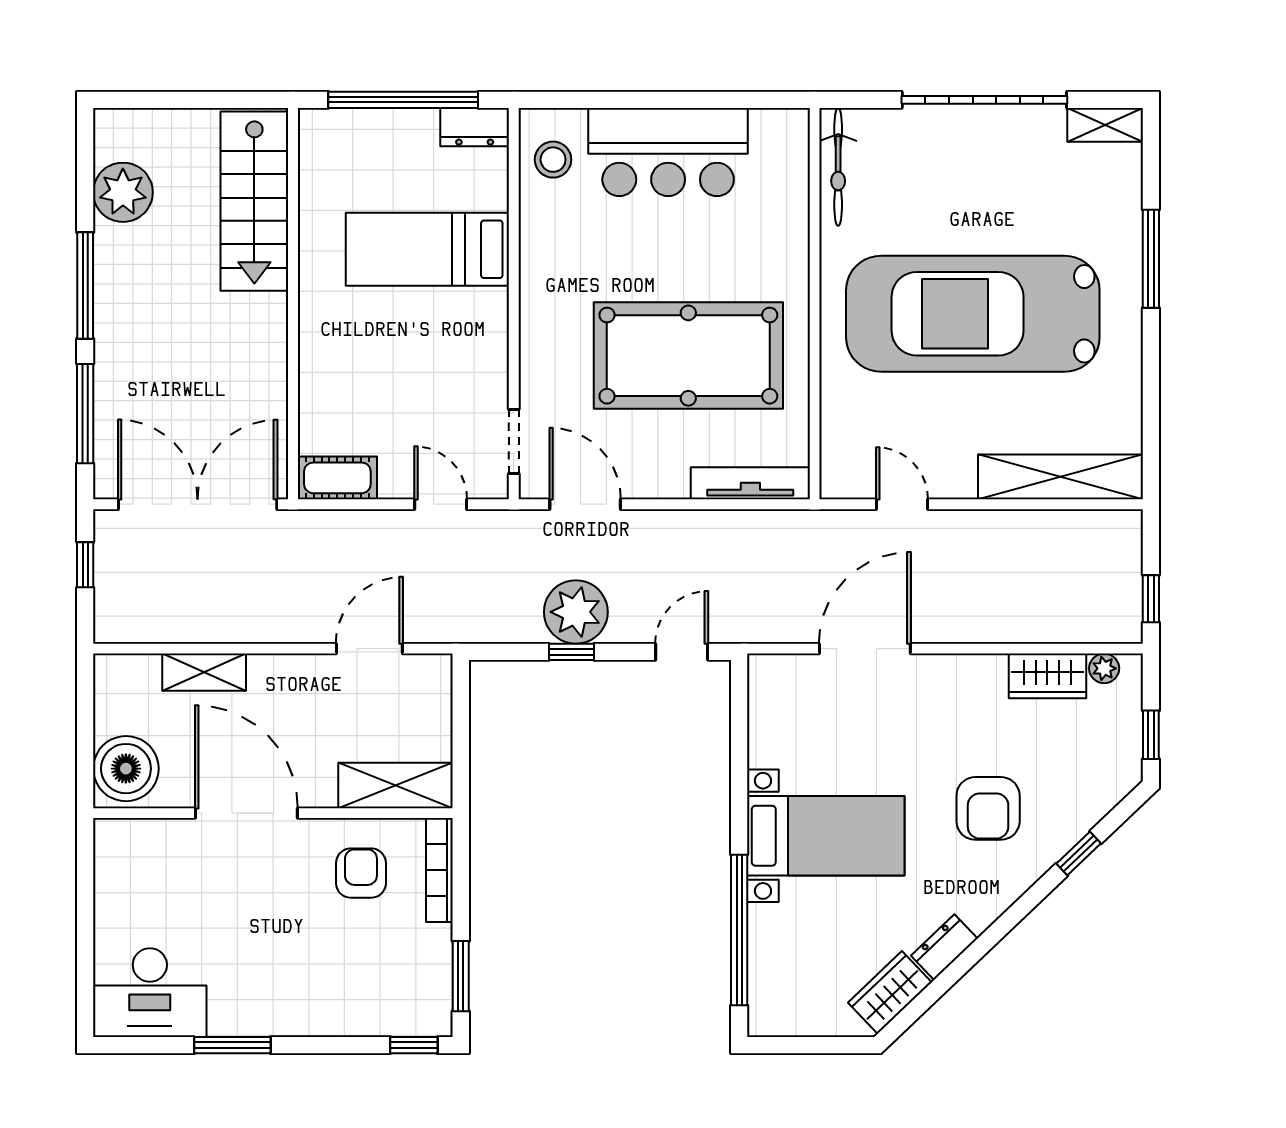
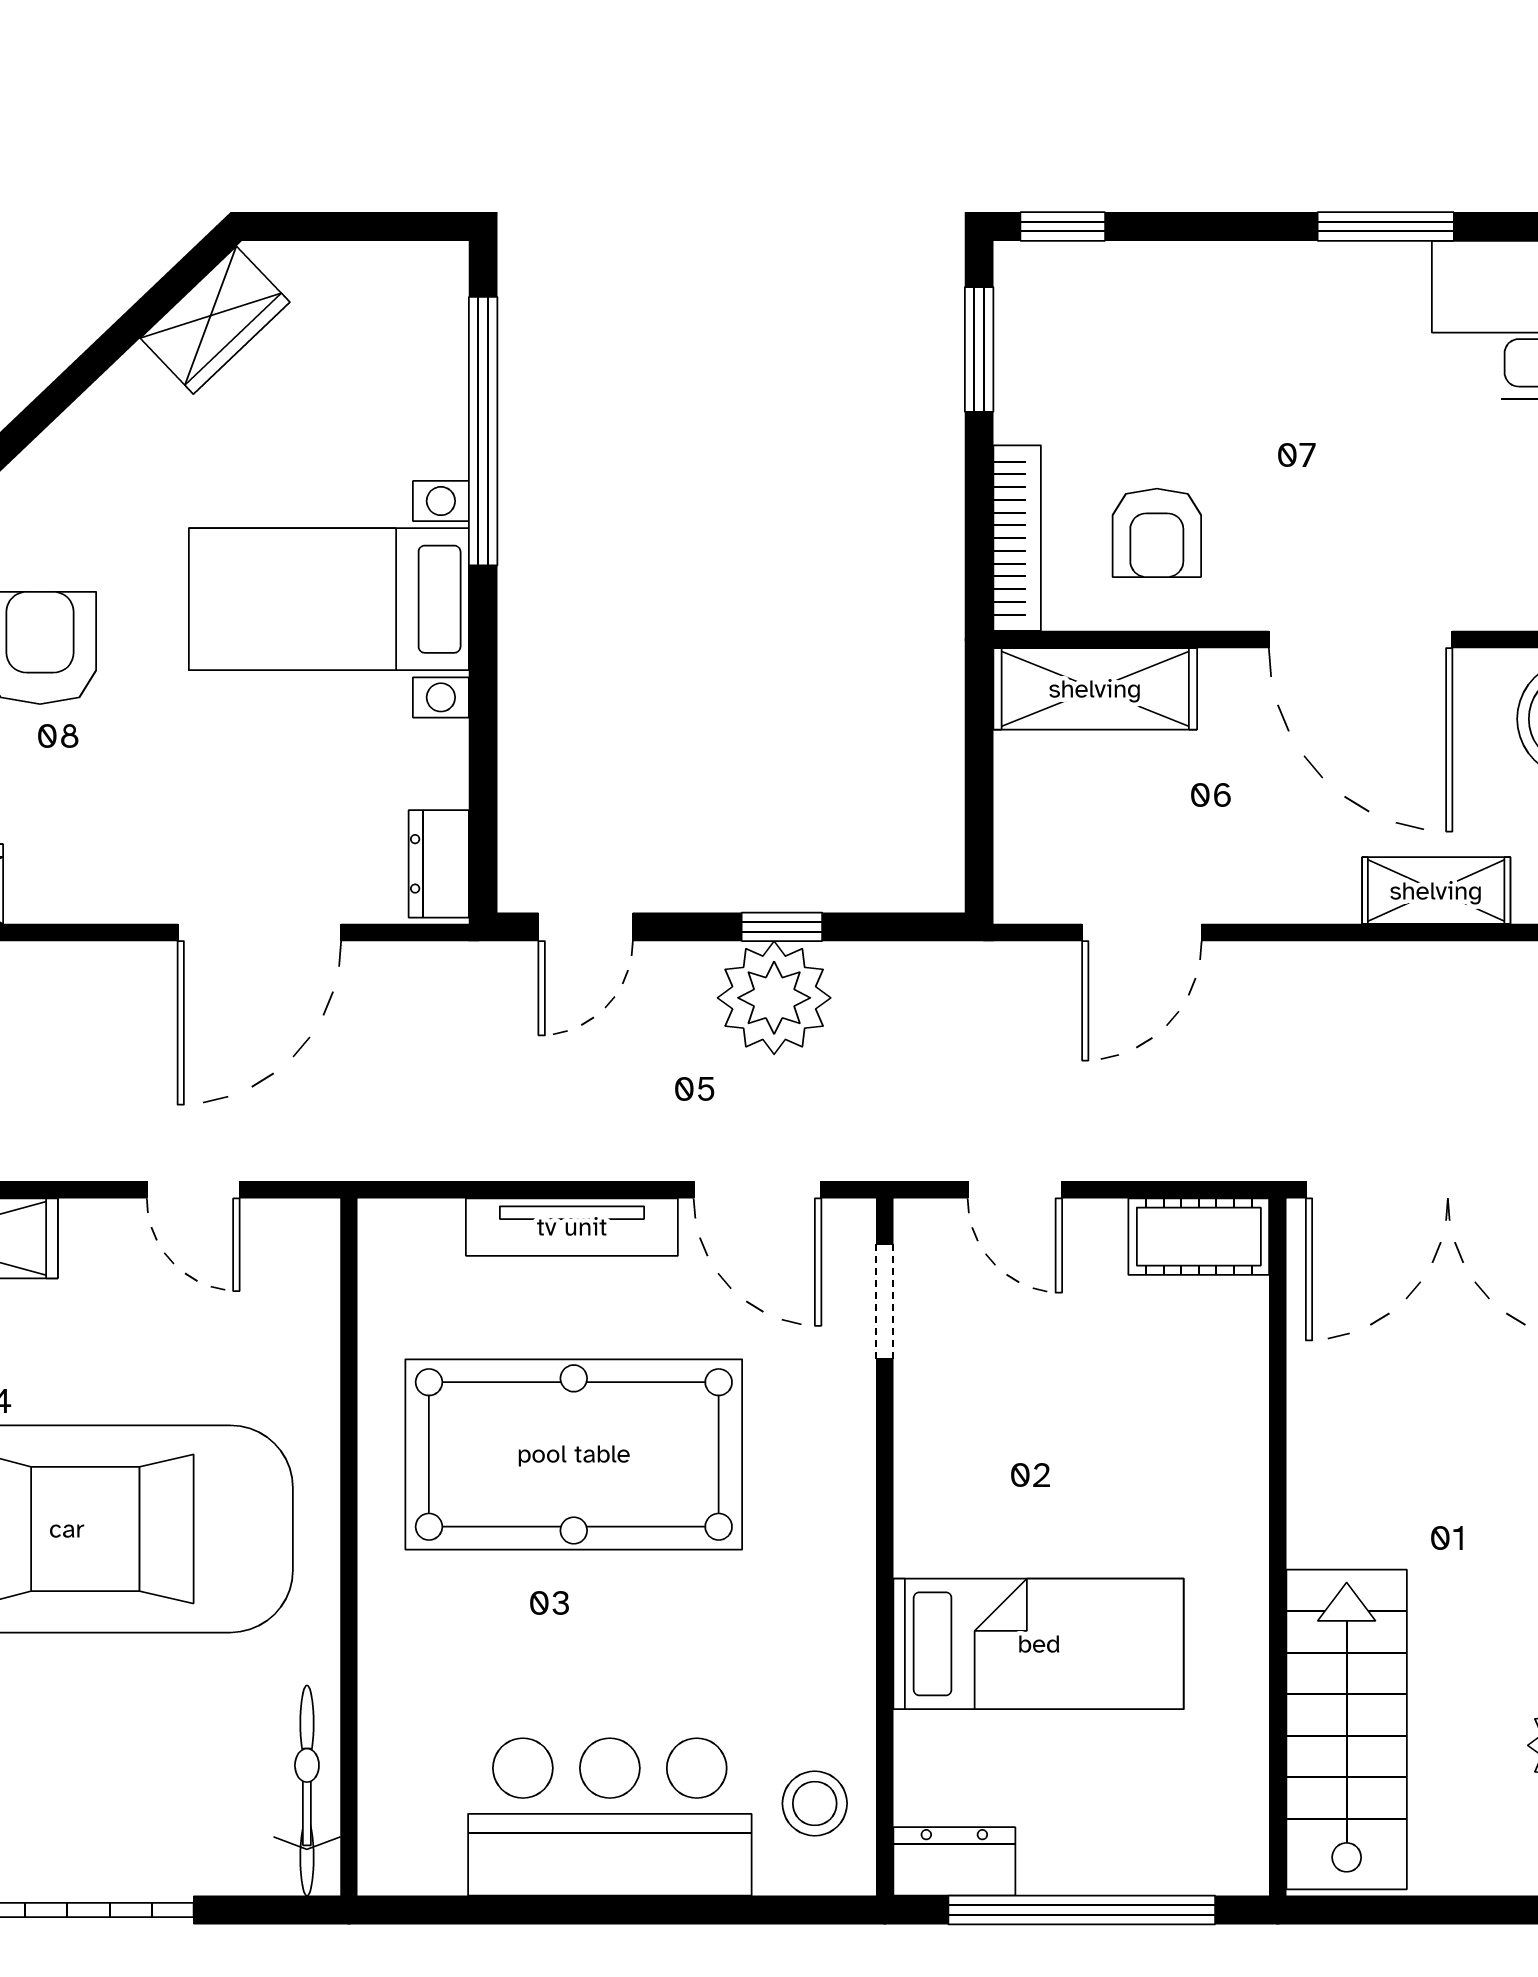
tv unit: (750, 483) -> (572, 1227), moved
dresser: (944, 947) -> (439, 864), moved, turned 134

